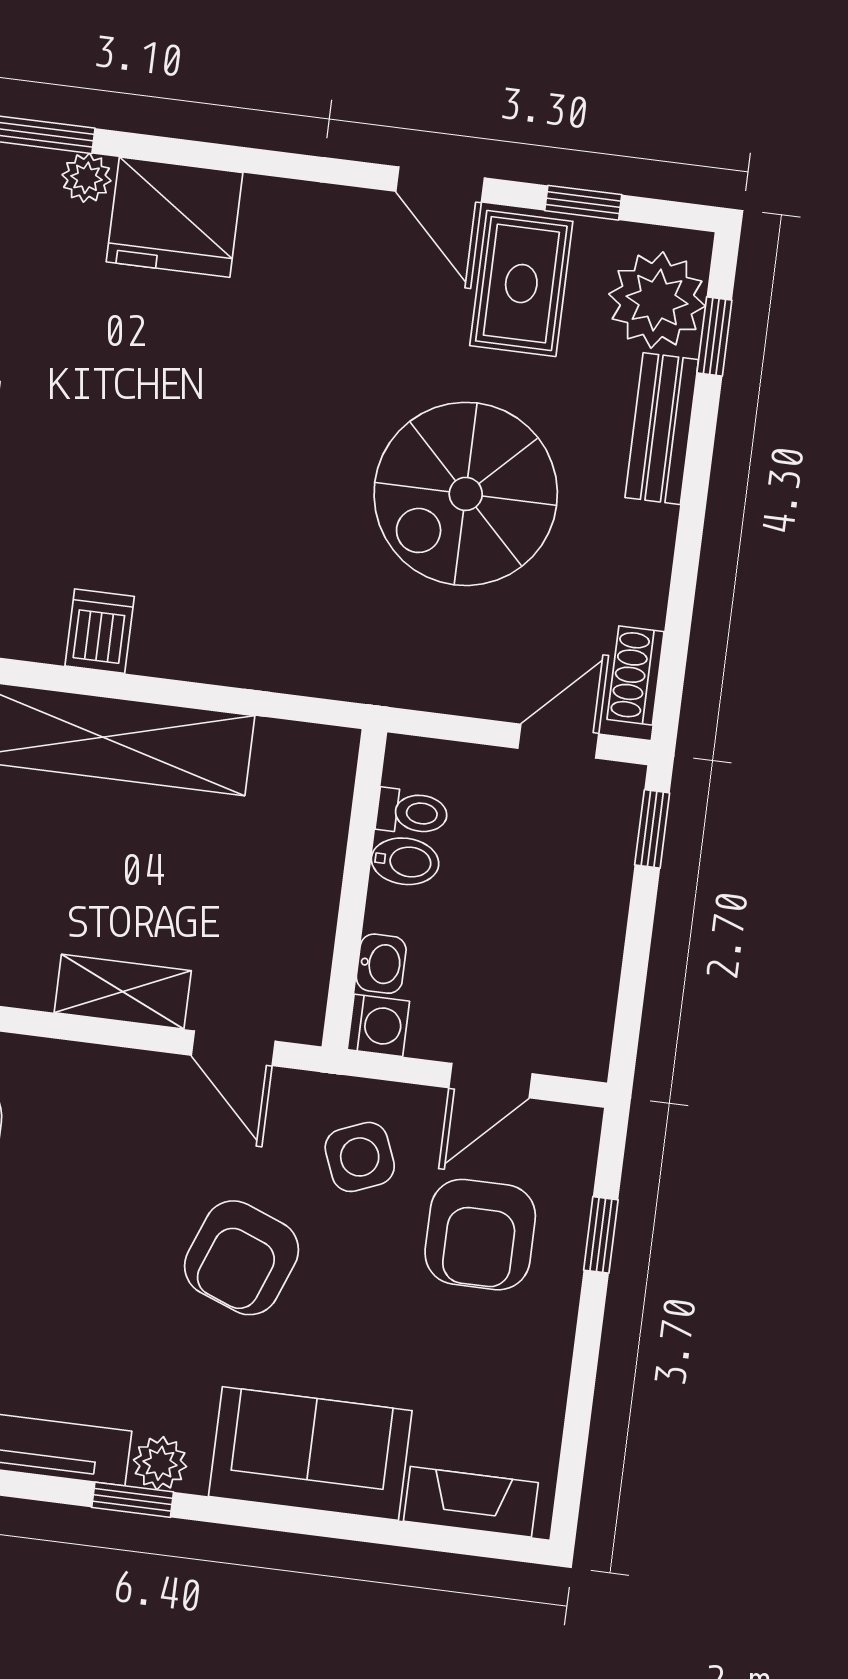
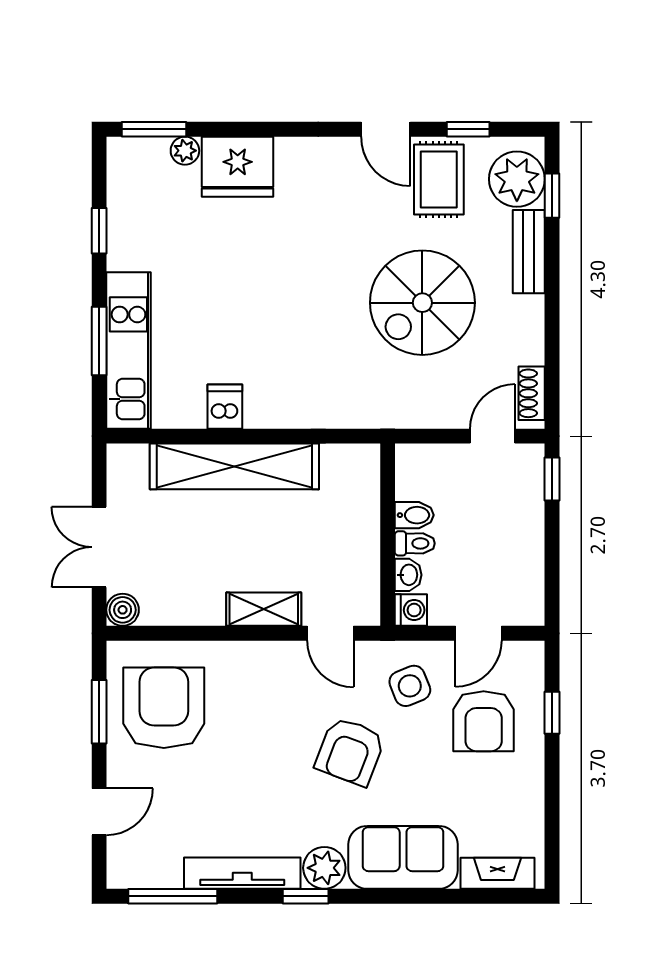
toilet: (412, 812) -> (415, 543), moved
plant: (160, 1463) -> (324, 868), width x1.38, depth x1.38

